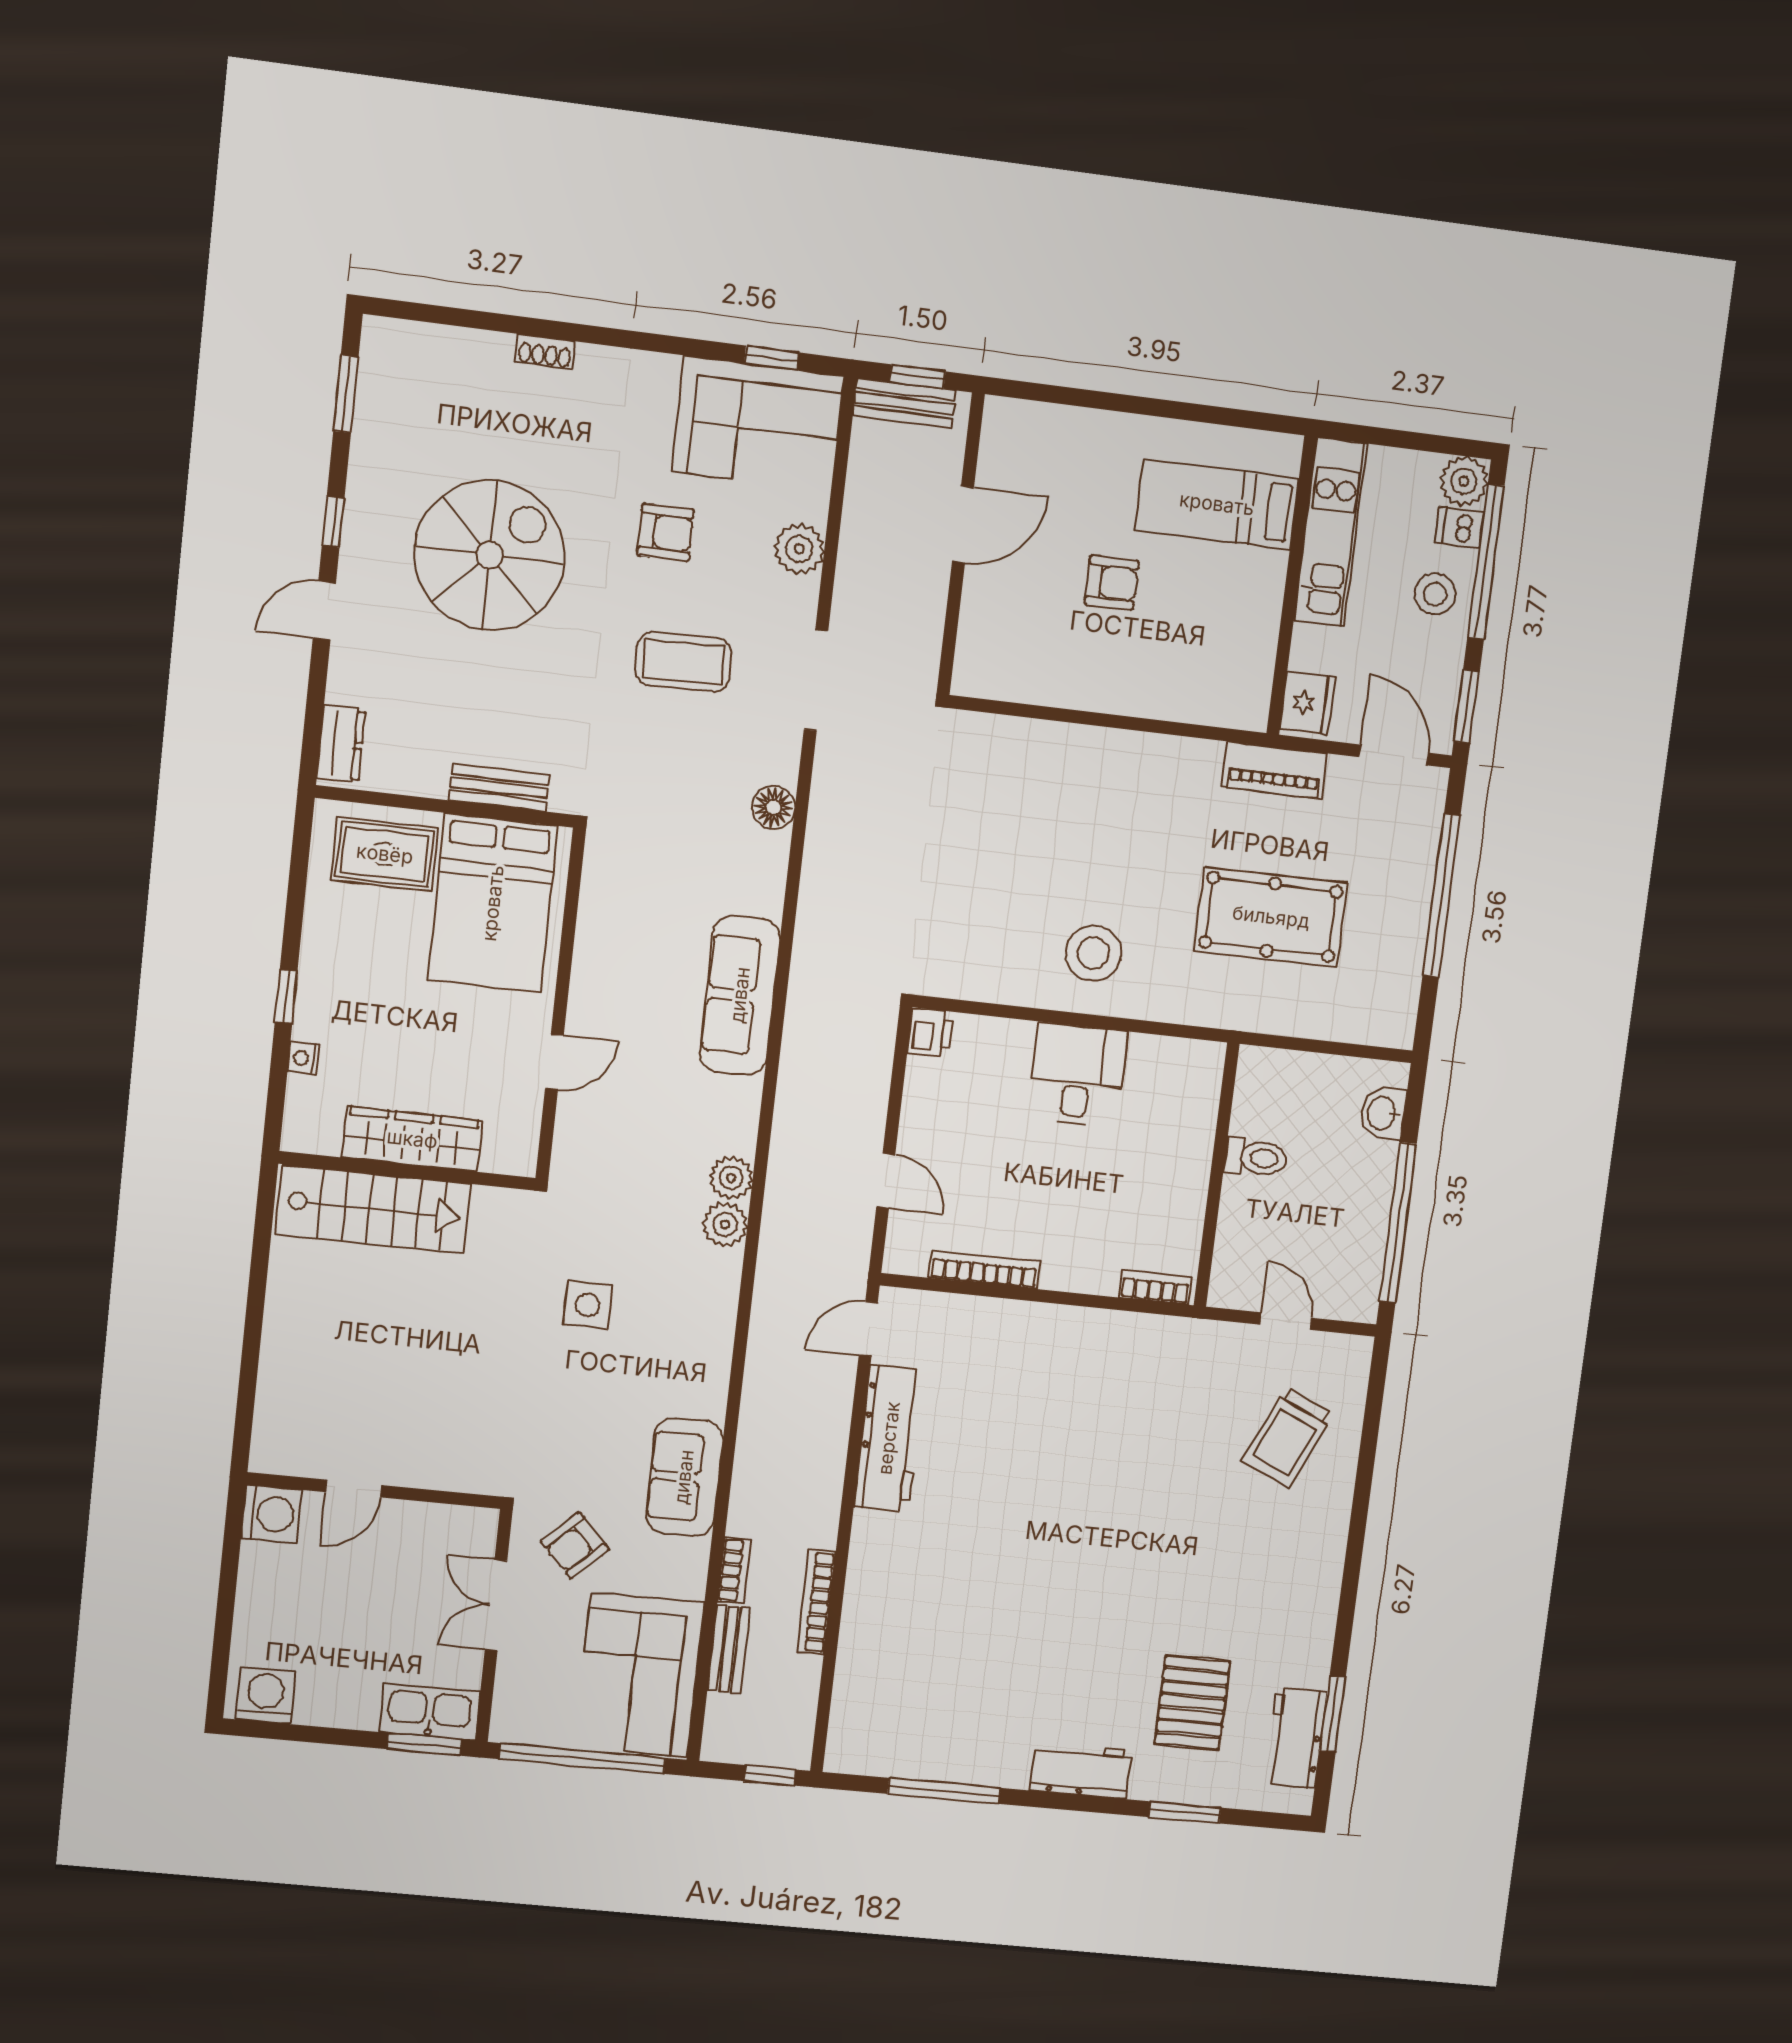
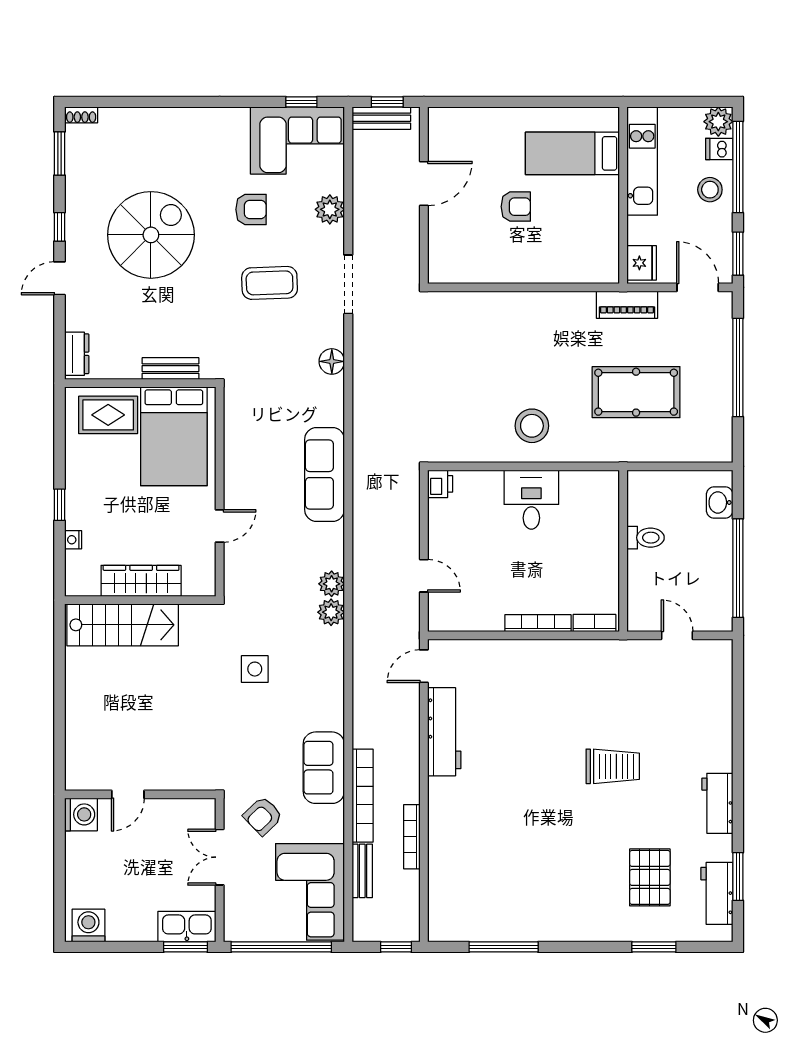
shoe rack: (545, 351) -> (81, 115), moved
bookcase: (984, 1270) -> (538, 623), moved
trolley: (1287, 1437) -> (613, 766), moved, turned -114
bookcase: (734, 1570) -> (363, 796), width x2.31, depth x1.31
workbench: (1081, 1770) -> (717, 803), moved, turned -90

